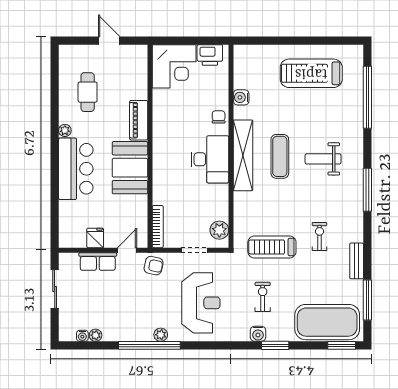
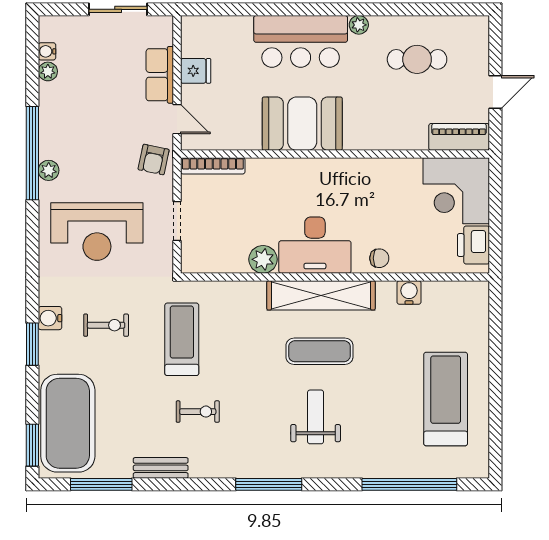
piano: (139, 120) -> (459, 137), moved
plant: (219, 230) -> (263, 259), moved

